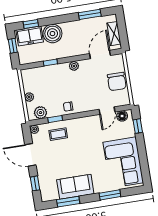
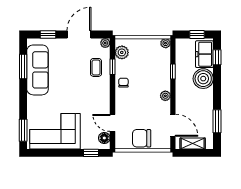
plant: (29, 97) -> (166, 43), moved
sofa: (75, 187) -> (38, 70), width x1.36
window: (110, 195) -> (23, 130), moved

